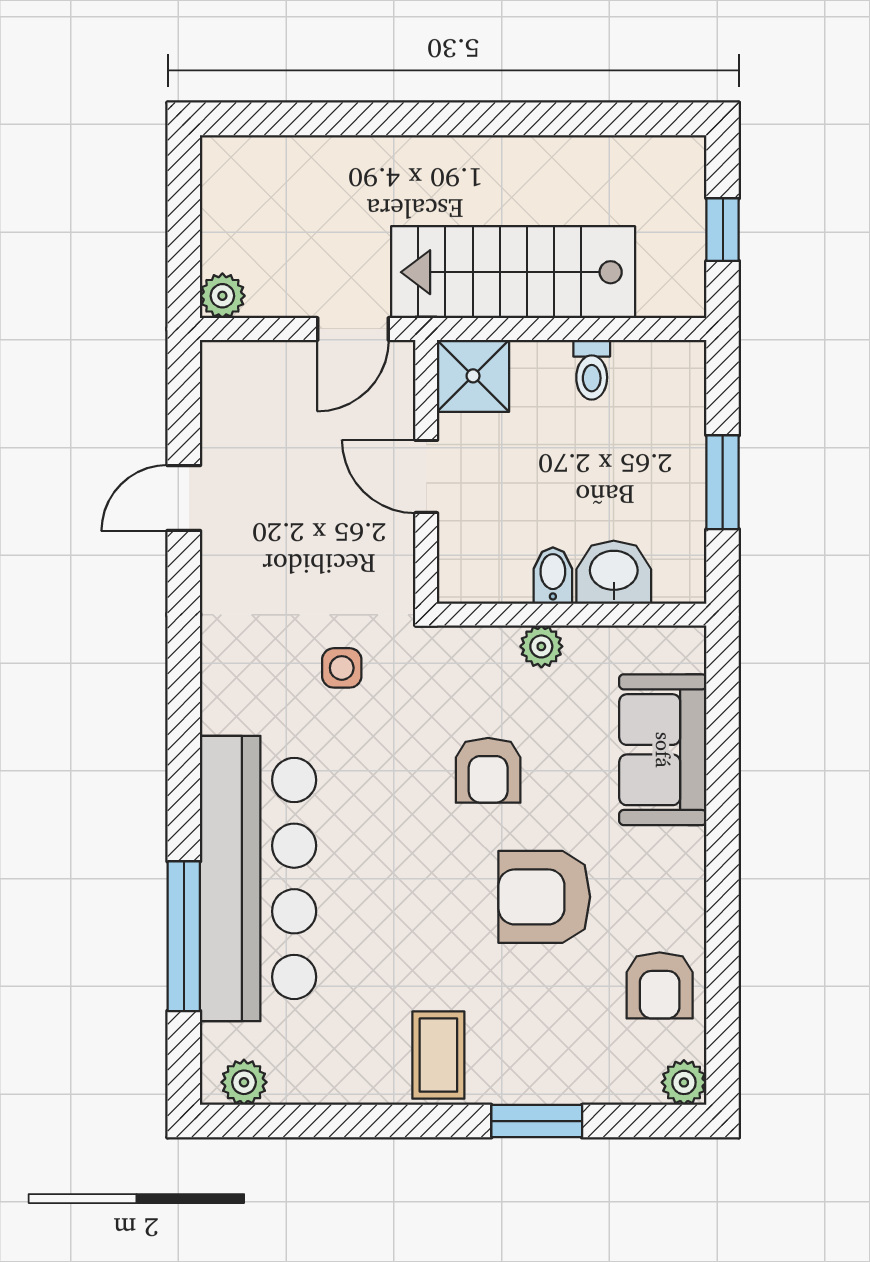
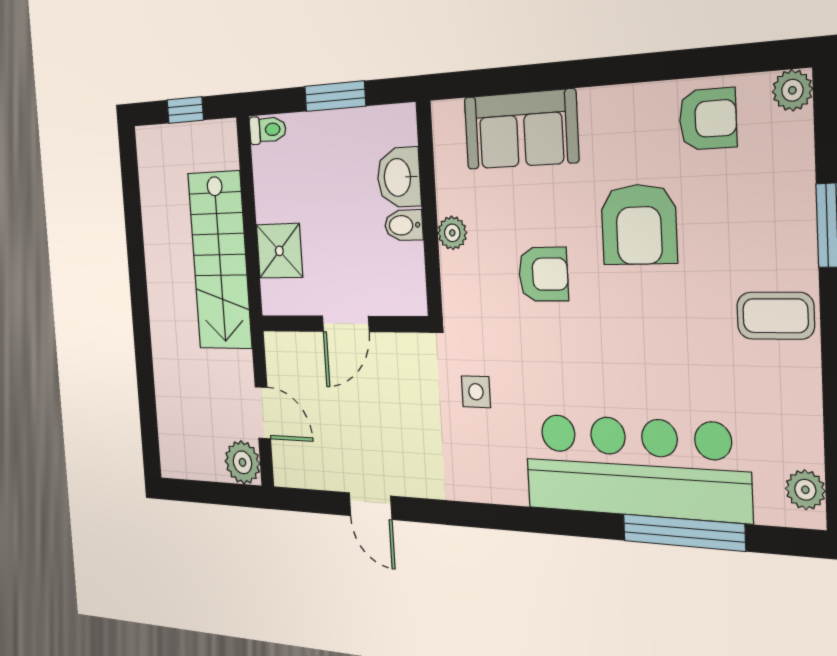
plant: (222, 296) -> (243, 462), width x1.38, depth x1.38
door: (353, 329) -> (263, 413), moved
toilet: (592, 370) -> (268, 130), moved
shower: (473, 376) -> (279, 251), moved

